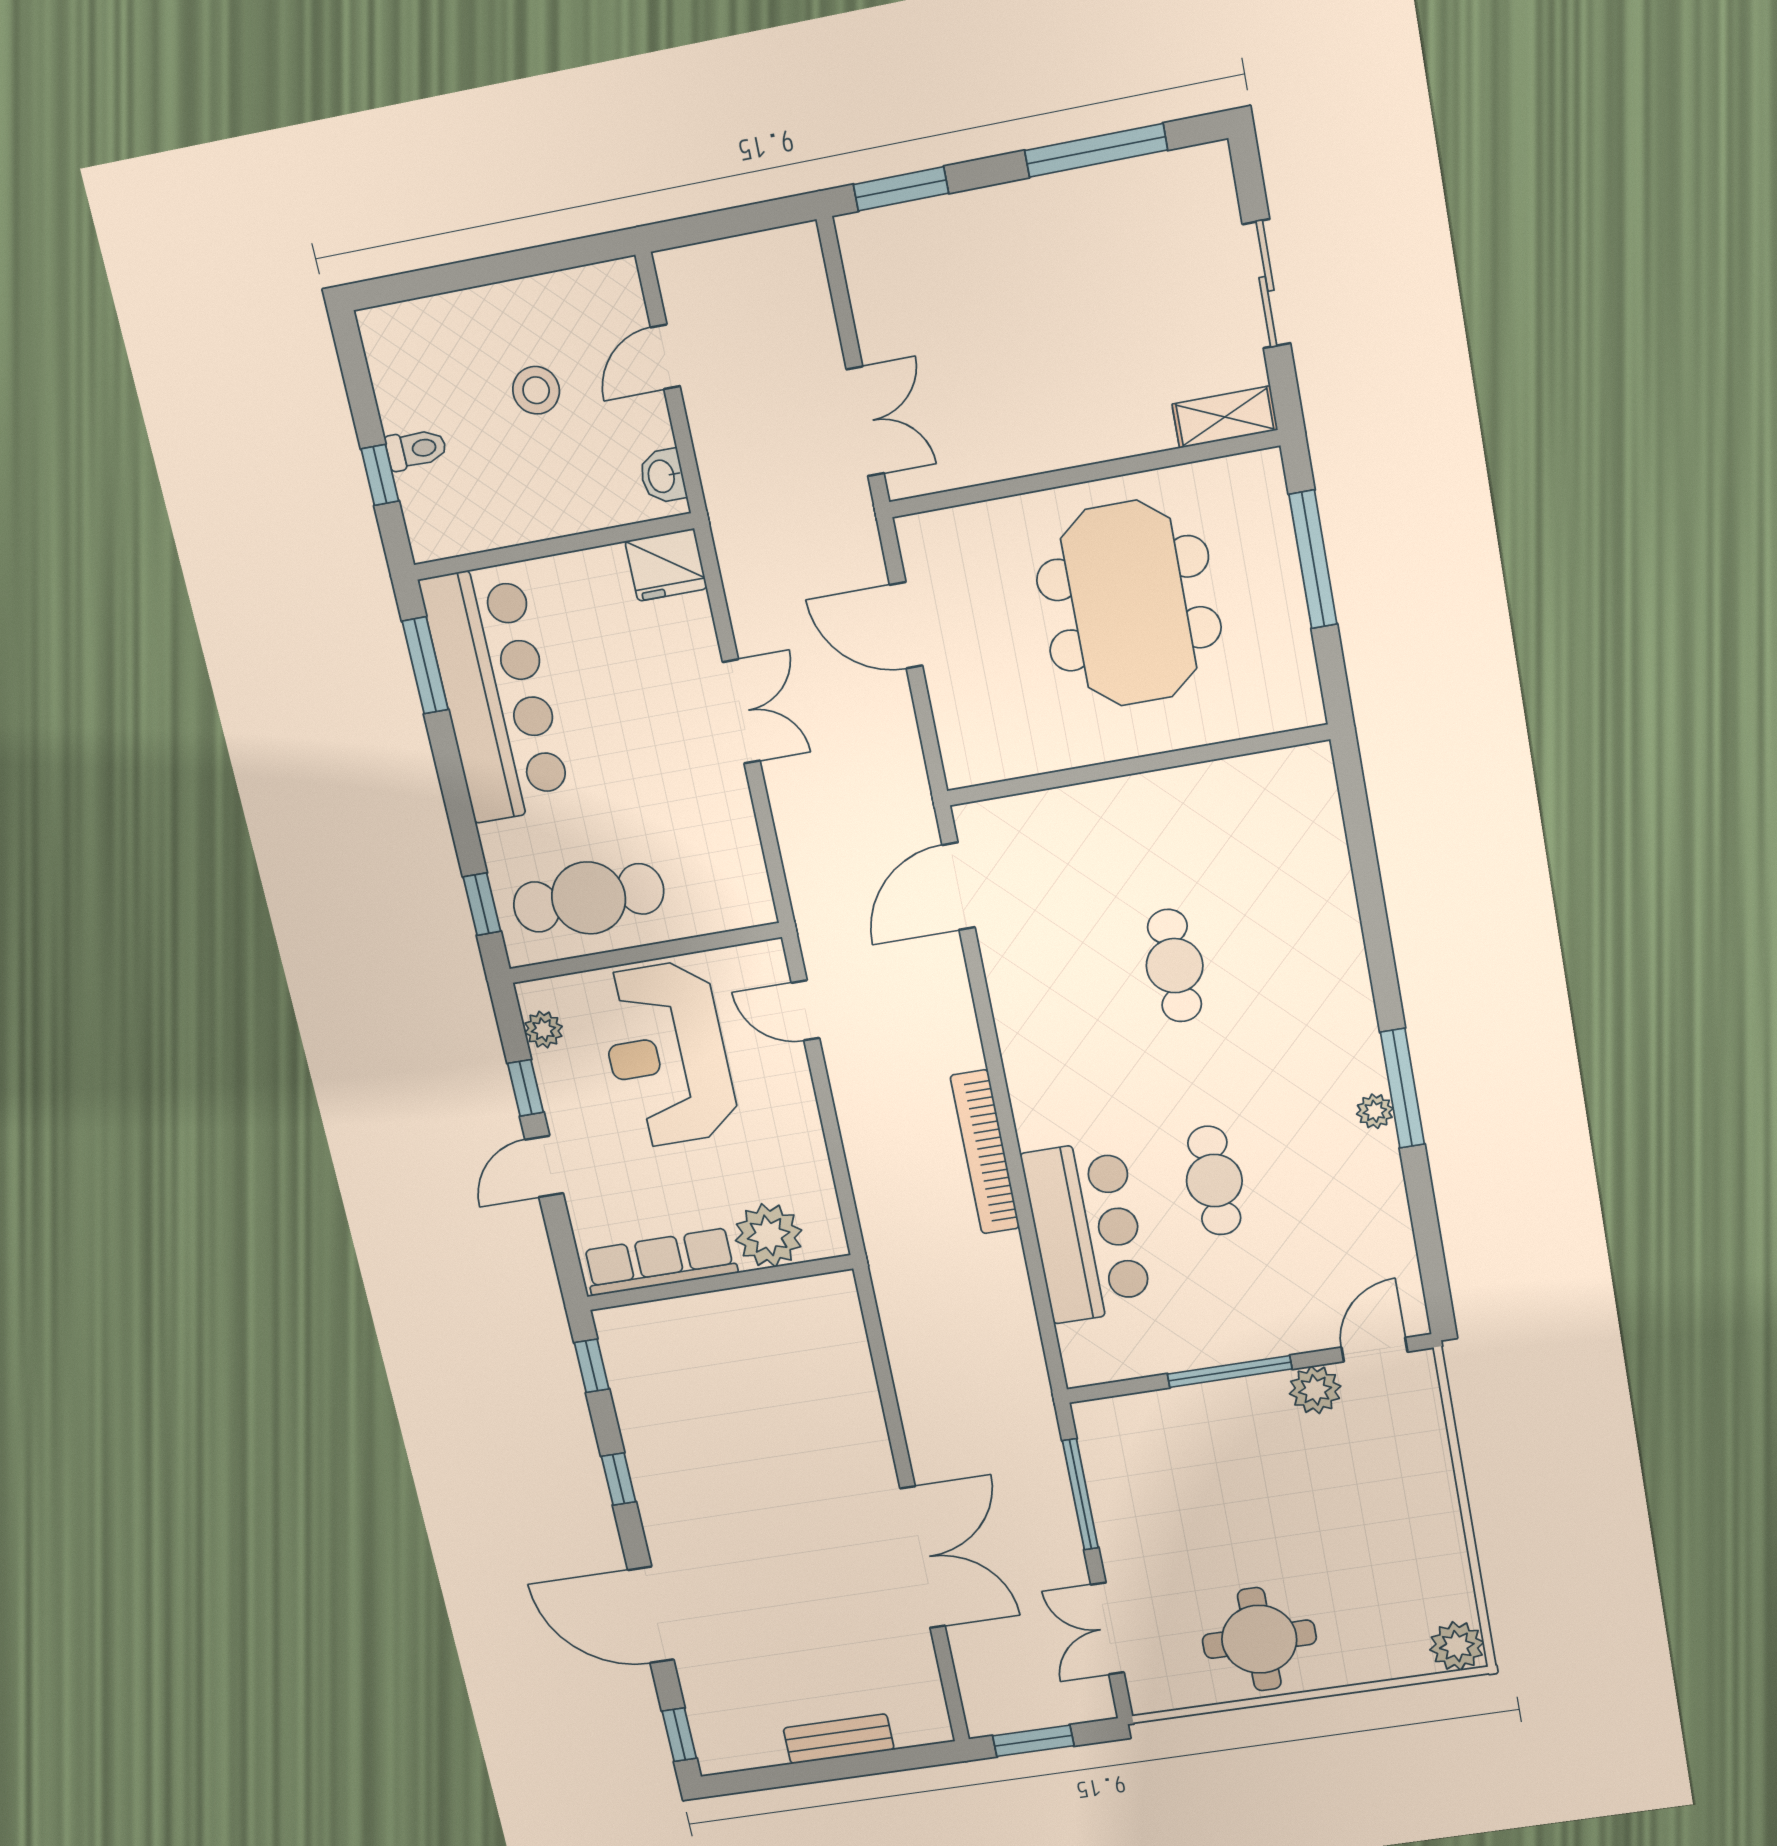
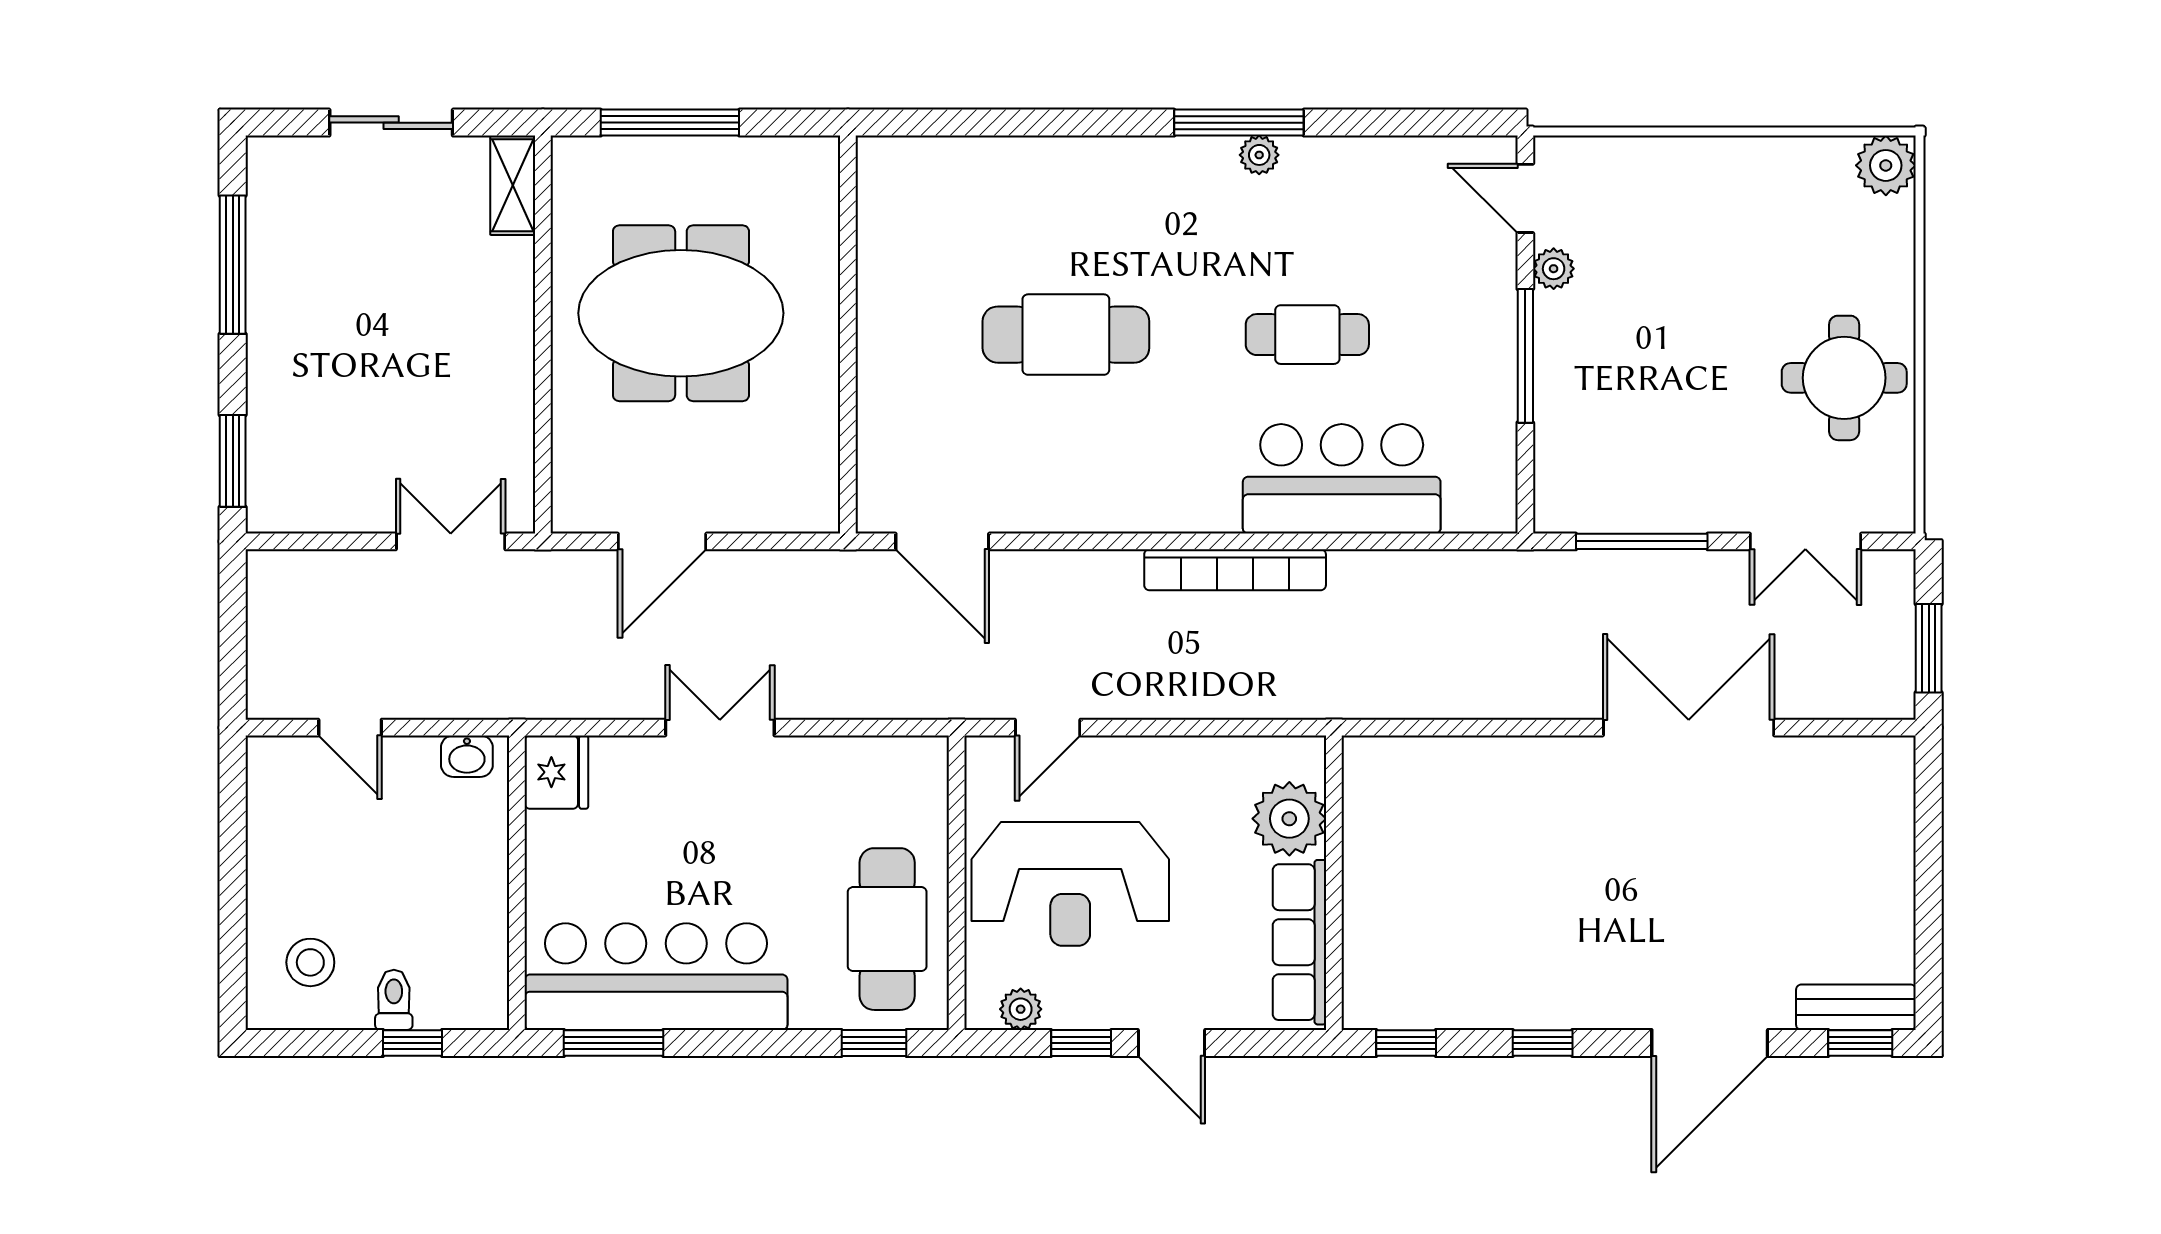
stool: (536, 390) -> (310, 962), moved
cafe table: (1175, 966) -> (1066, 335), width x1.37, depth x1.35
plant: (1315, 1390) -> (1554, 269), width x0.73, depth x0.73
bench: (839, 1739) -> (1856, 1007), moved, turned 90

